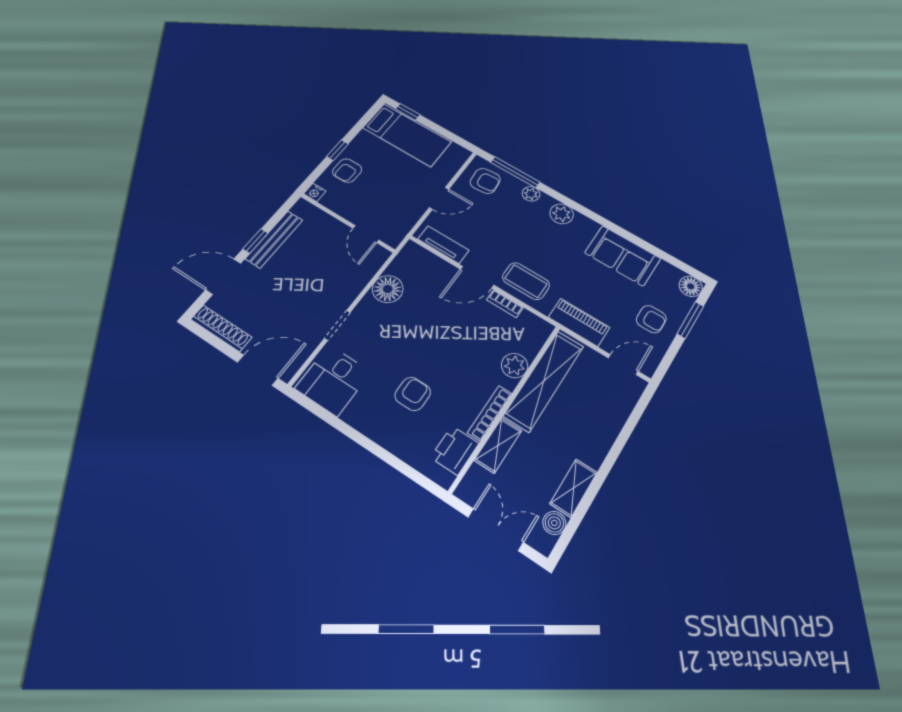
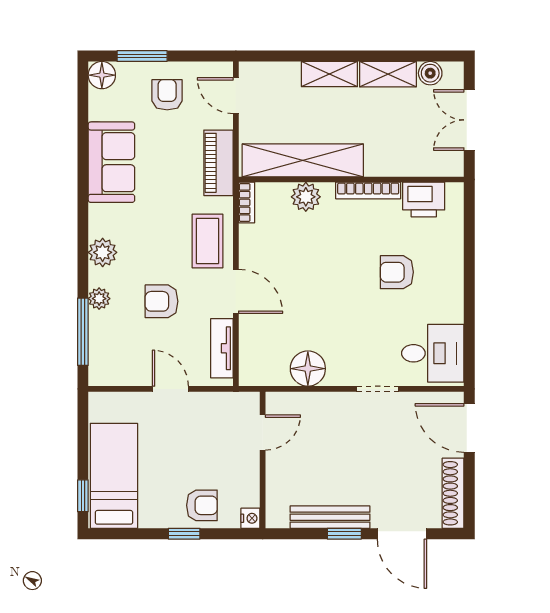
armchair: (485, 181) -> (162, 301), moved, turned -85
bookcase: (505, 304) -> (247, 202), moved
shelving: (498, 445) -> (329, 74), moved

